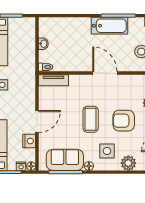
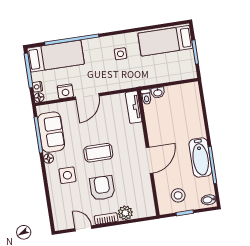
washbasin: (43, 44) -> (158, 93), moved
door: (37, 121) -> (87, 96), hinge flipped
plant: (128, 163) -> (58, 200), removed

